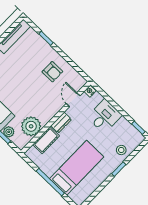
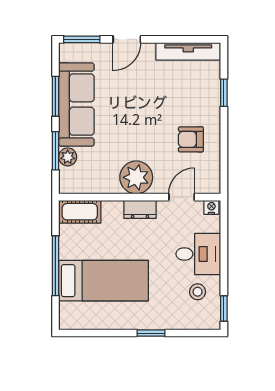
armchair: (52, 72) -> (191, 139), turned 90
plant: (31, 126) -> (136, 177), moved
cot: (46, 140) -> (80, 212), moved
stool: (121, 150) -> (198, 292), moved

